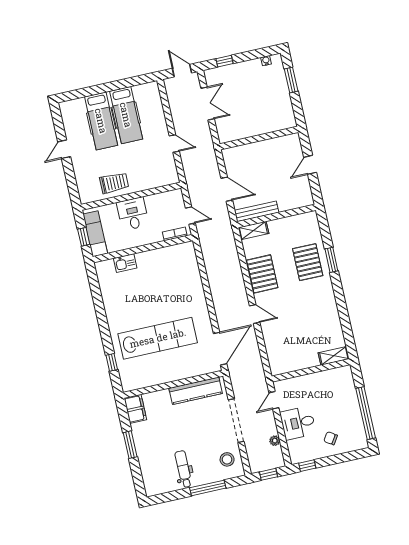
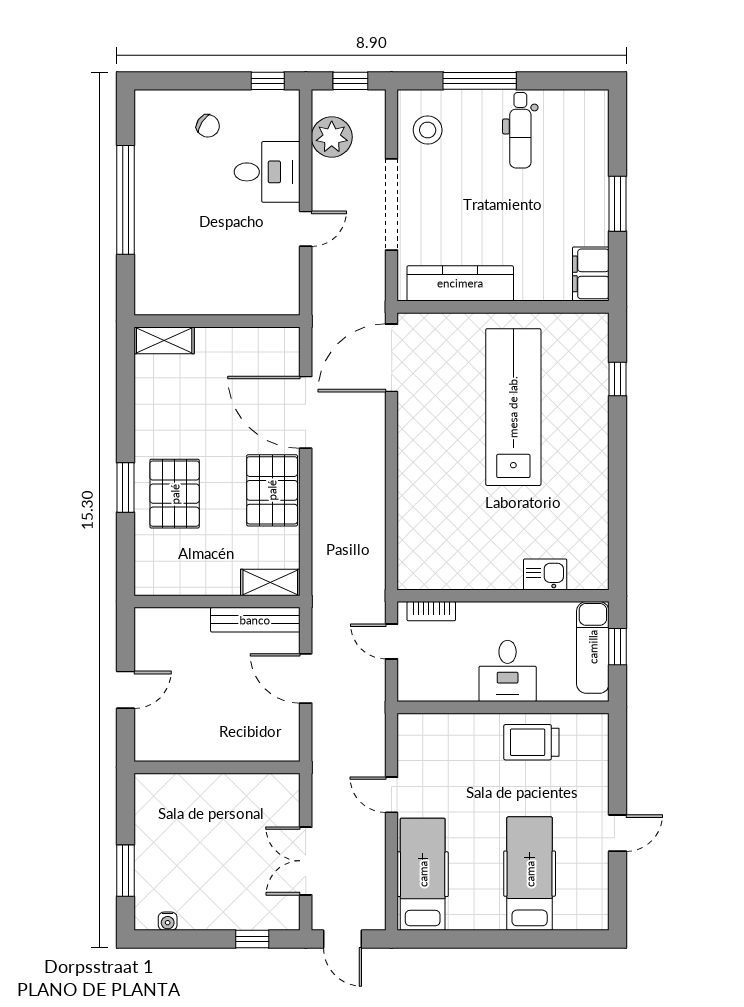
hospital bed: (126, 115) -> (423, 874), moved
door: (255, 314) -> (306, 412), width x1.87
lab bench: (158, 338) -> (513, 407), turned 90
shelving: (334, 356) -> (164, 340), moved
wall: (311, 370) -> (217, 321), moved
window: (366, 413) -> (125, 200), moved
plant: (275, 441) -> (332, 137), width x1.87, depth x1.87

